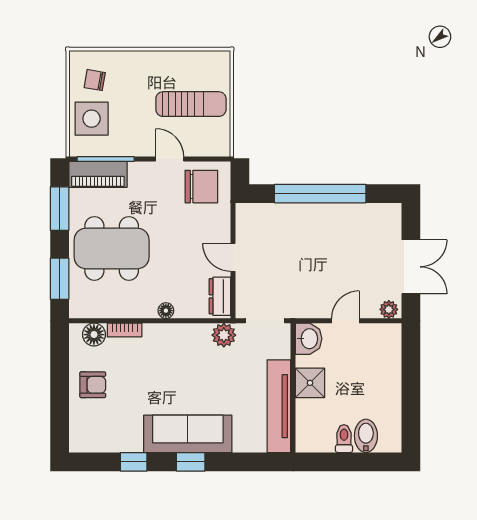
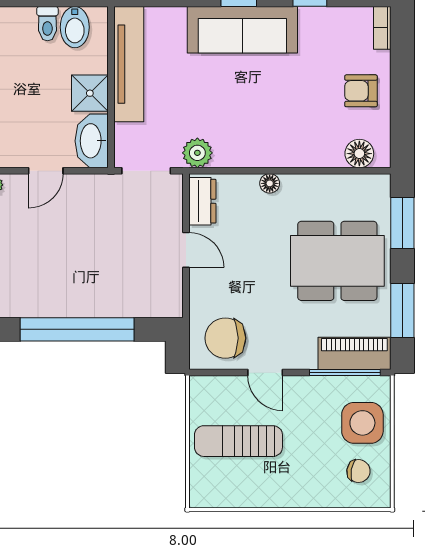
bookcase: (125, 330) -> (382, 28), moved, turned -90
washbasin: (309, 339) -> (92, 141), width x1.38
bidet: (366, 436) -> (75, 27), moved

